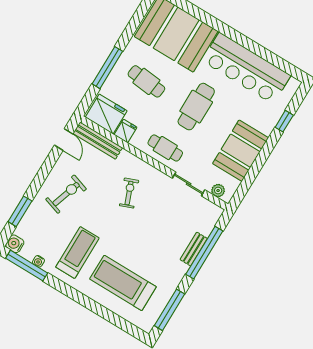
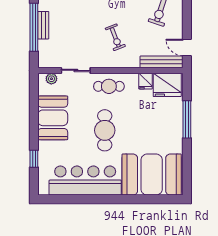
cafe table: (146, 81) -> (152, 127), removed

